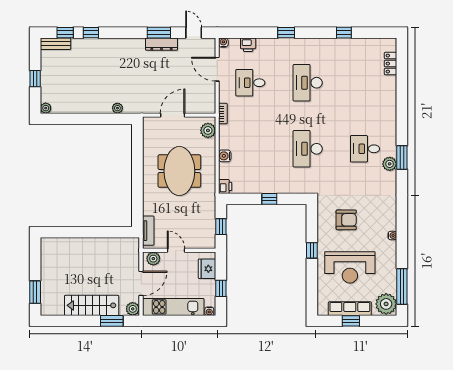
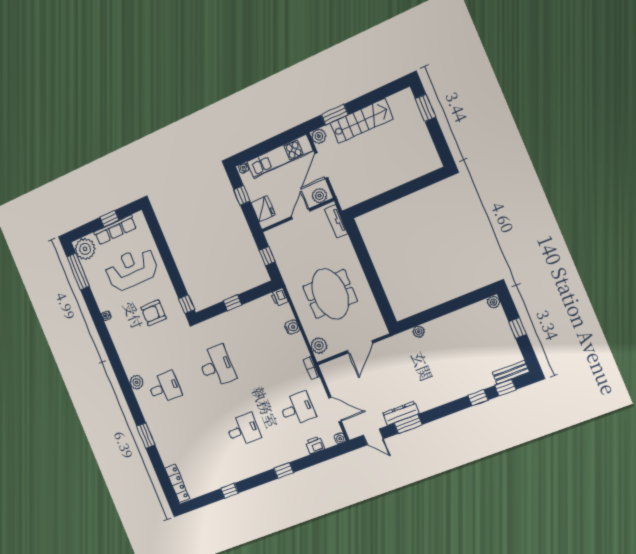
locker: (391, 64) -> (177, 483), width x1.53
desk: (308, 83) -> (243, 430), width x0.73
window: (402, 158) -> (146, 435), moved
door: (176, 250) -> (301, 214), swing flipped
window: (312, 250) -> (187, 304), moved

